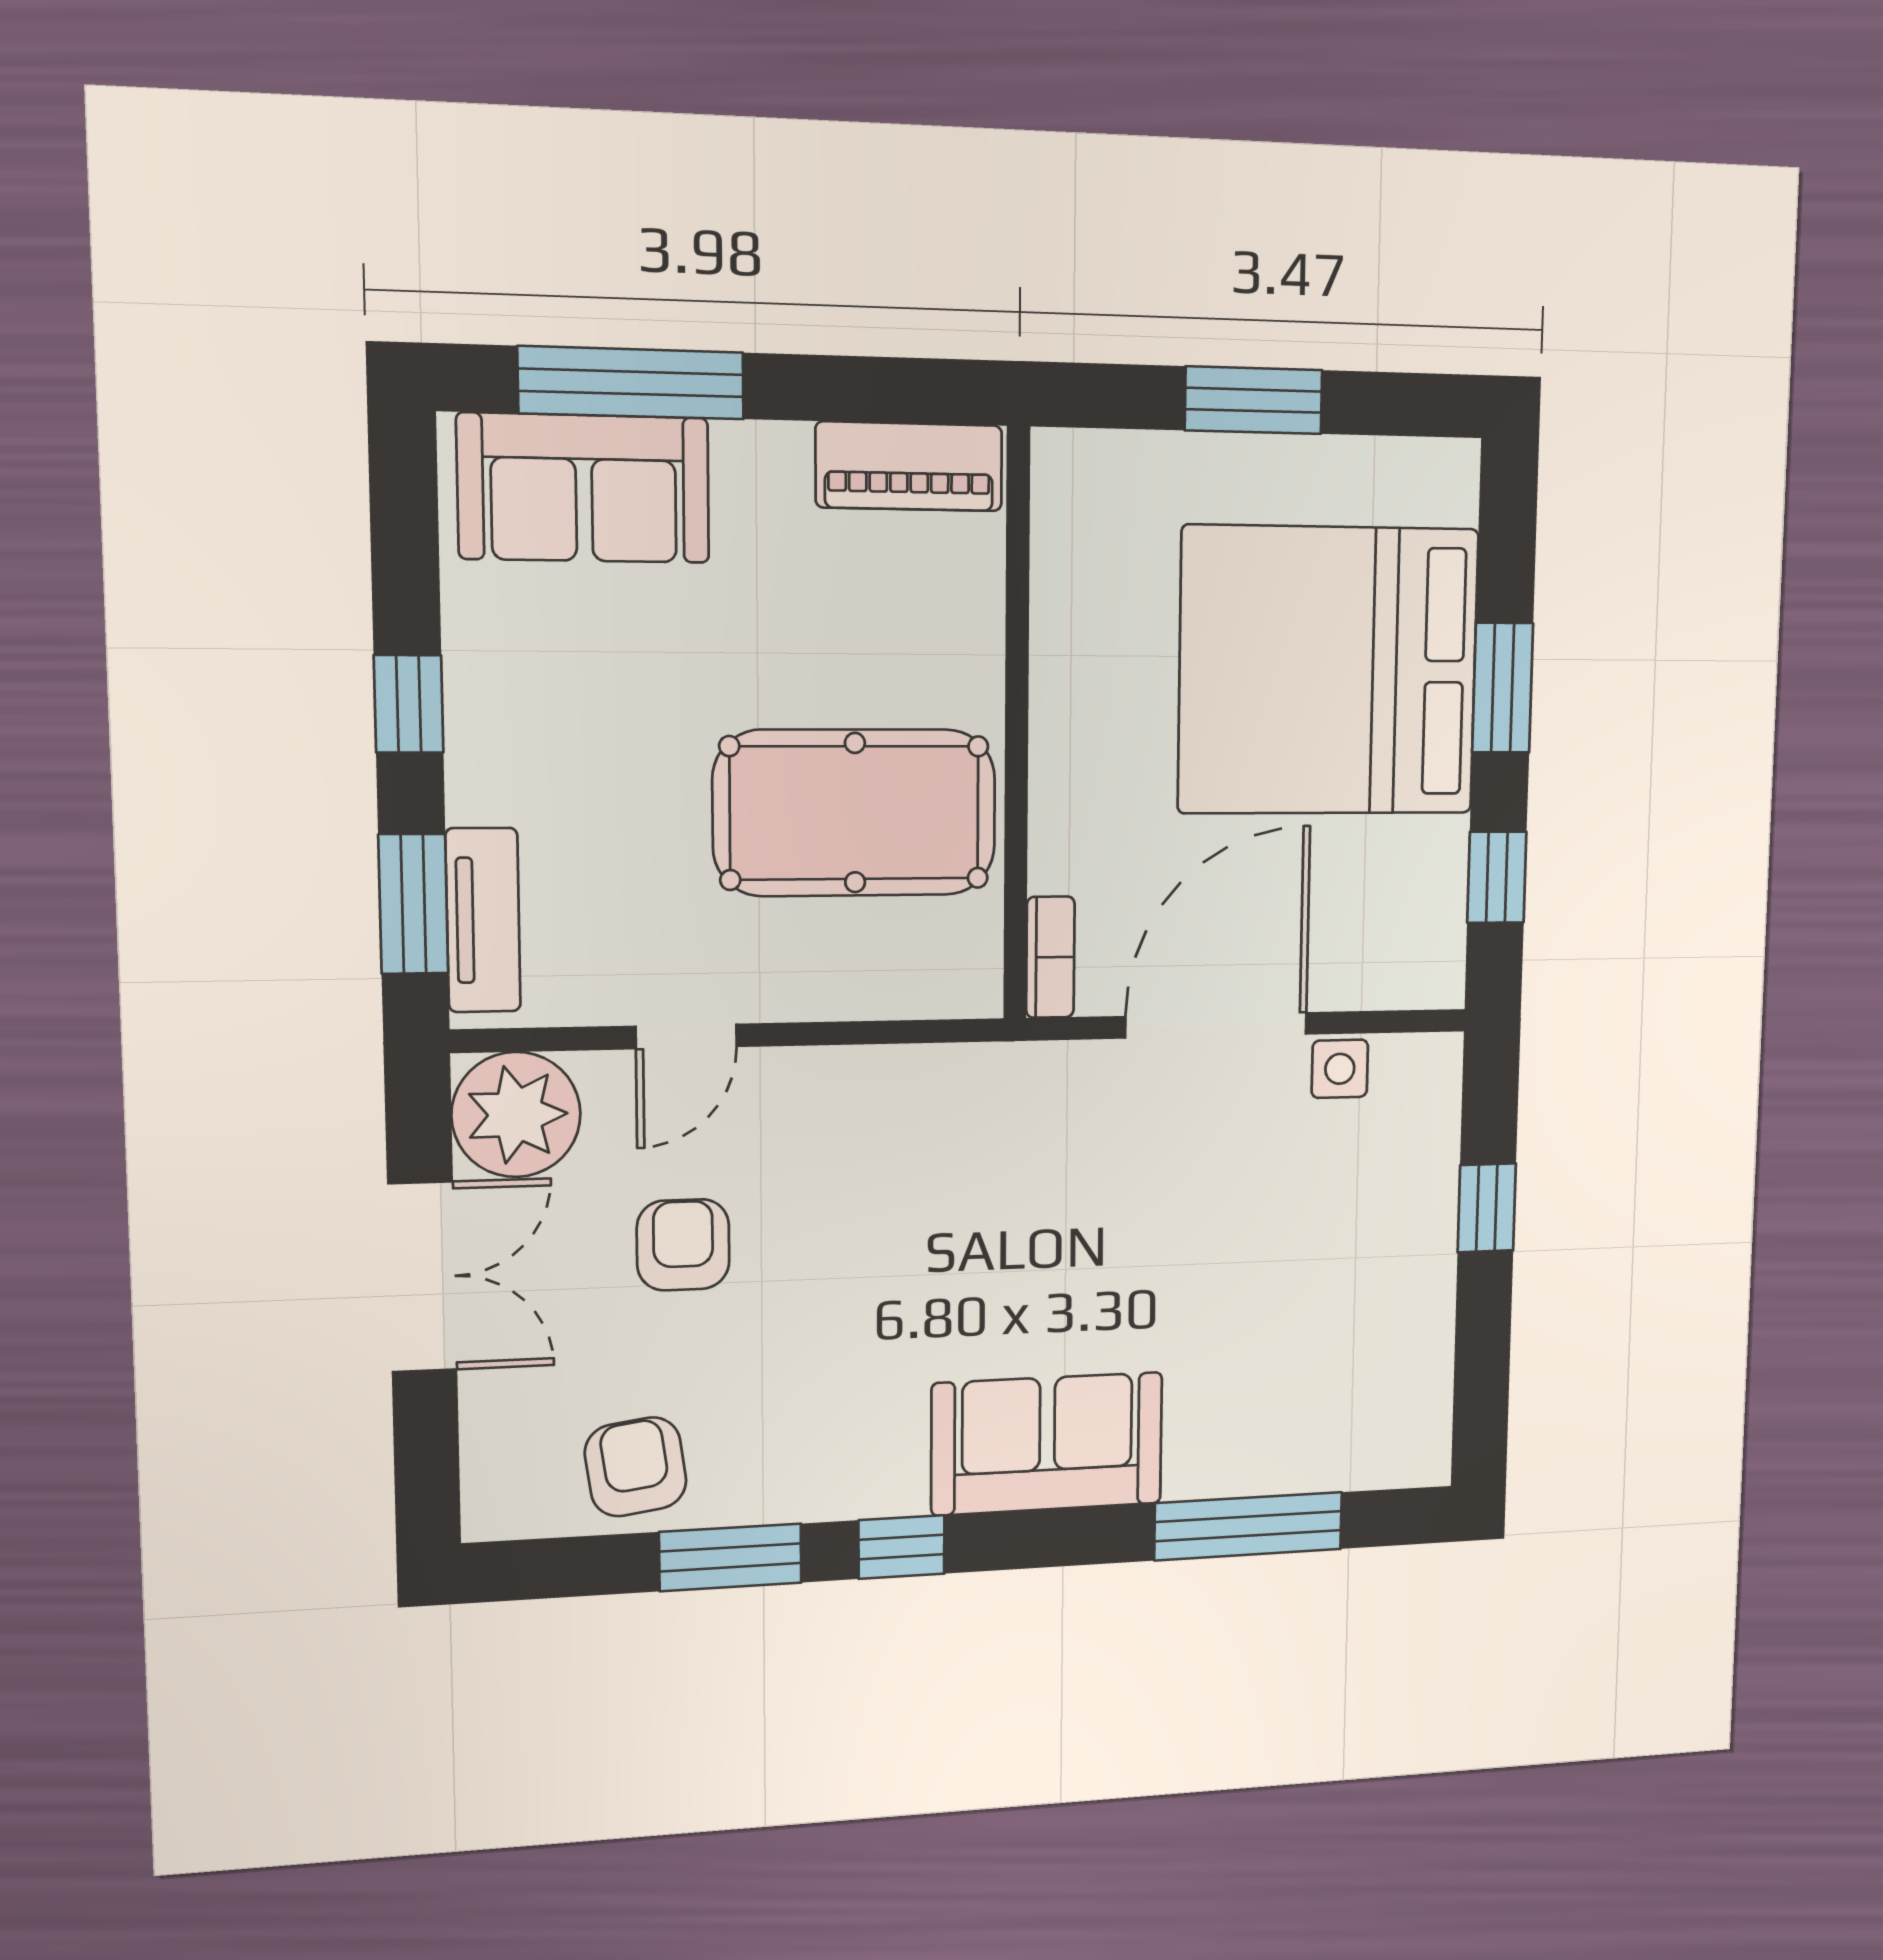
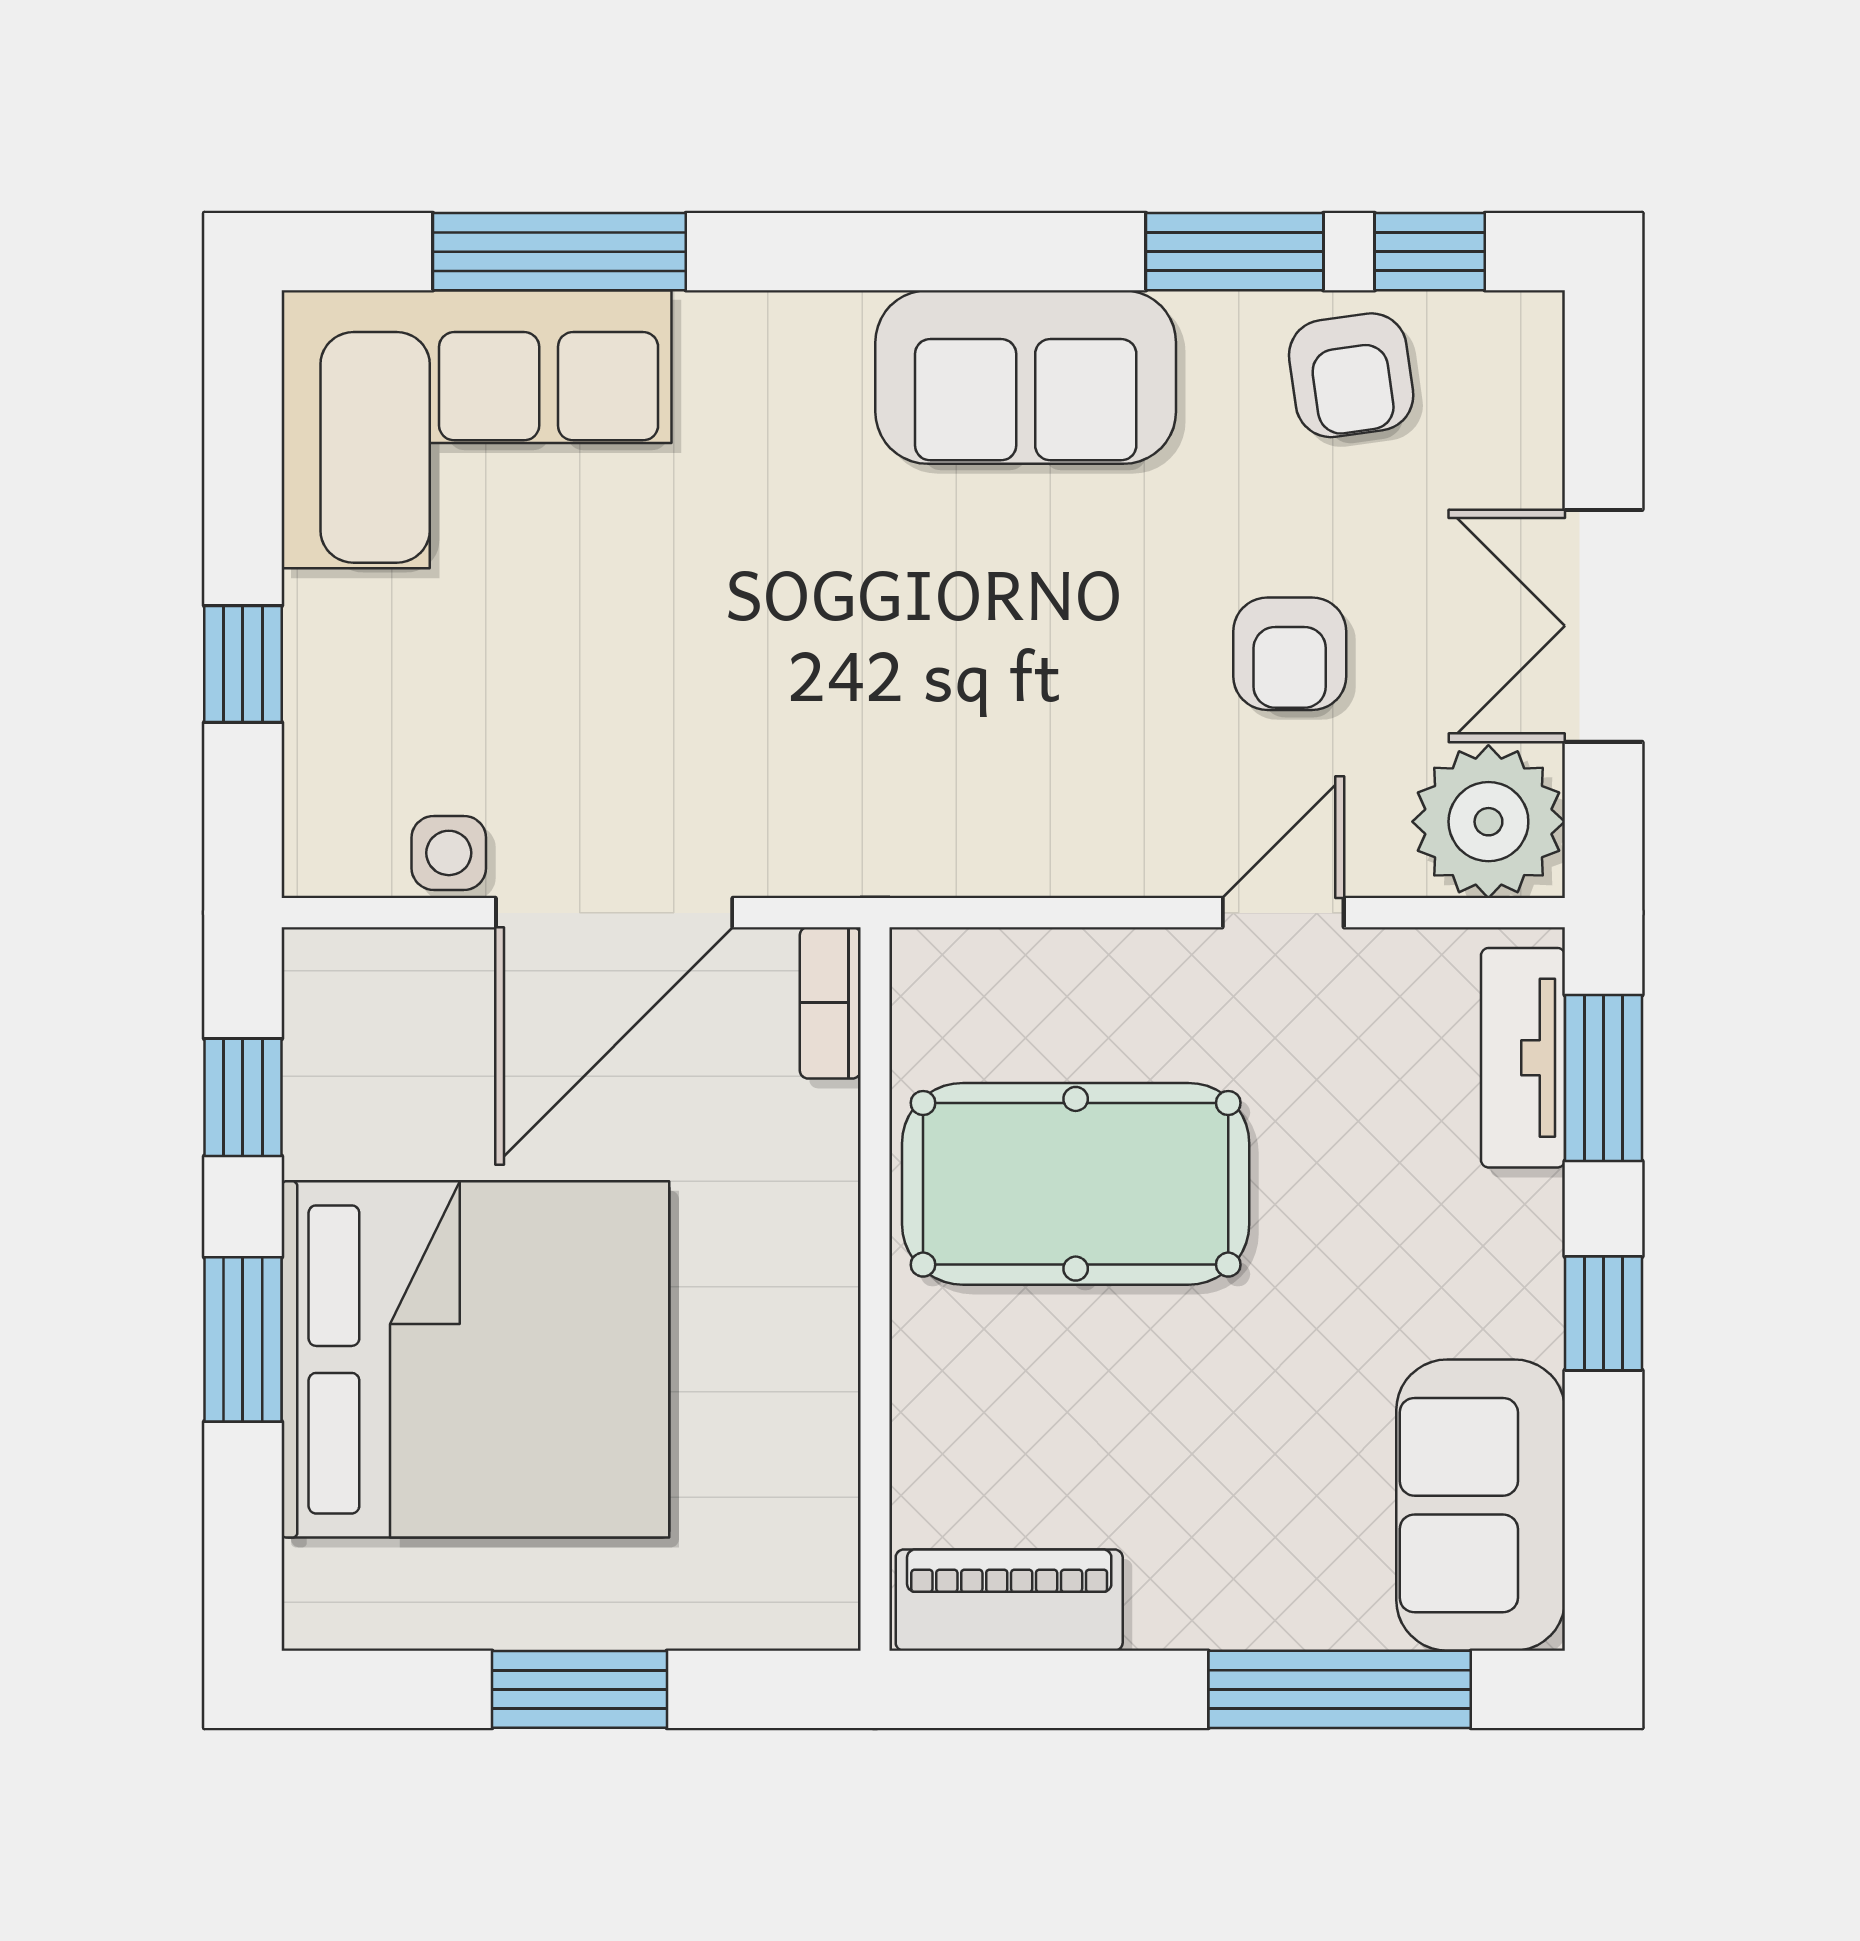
sofa: (584, 488) -> (1481, 1505), moved, turned -90
corner sofa: (1312, 1391) -> (476, 429), added
sofa: (1047, 1444) -> (1026, 377), moved
window: (902, 1547) -> (1430, 252), moved

